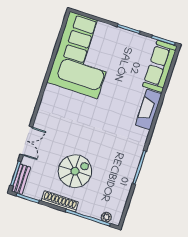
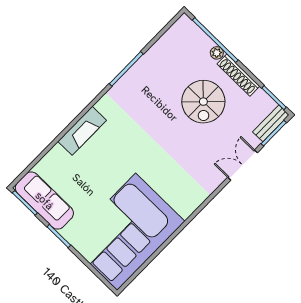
sofa: (160, 66) -> (44, 201), moved, turned -90
spiral stairs: (75, 171) -> (203, 102), turned -90
plant: (106, 217) -> (217, 53), moved

